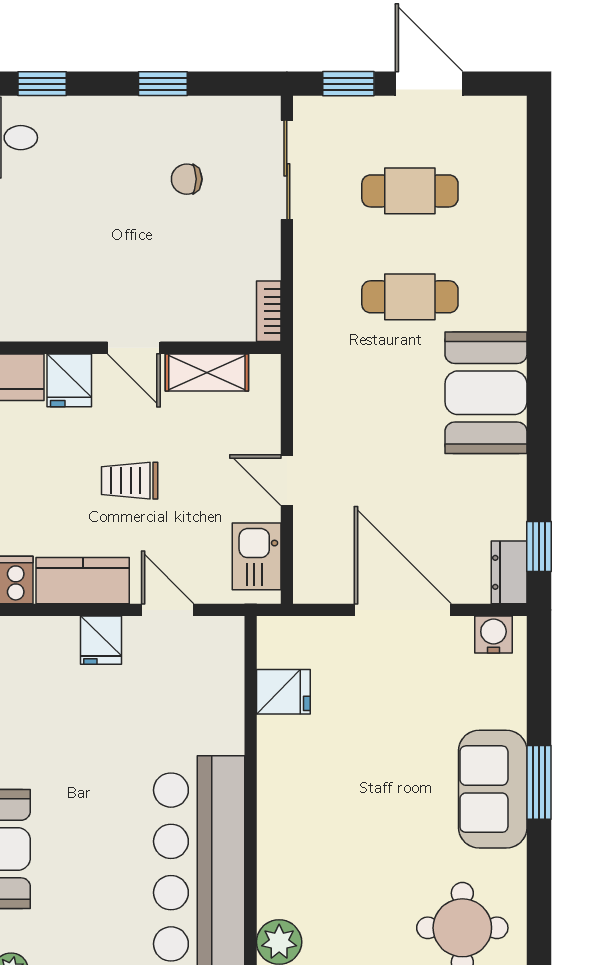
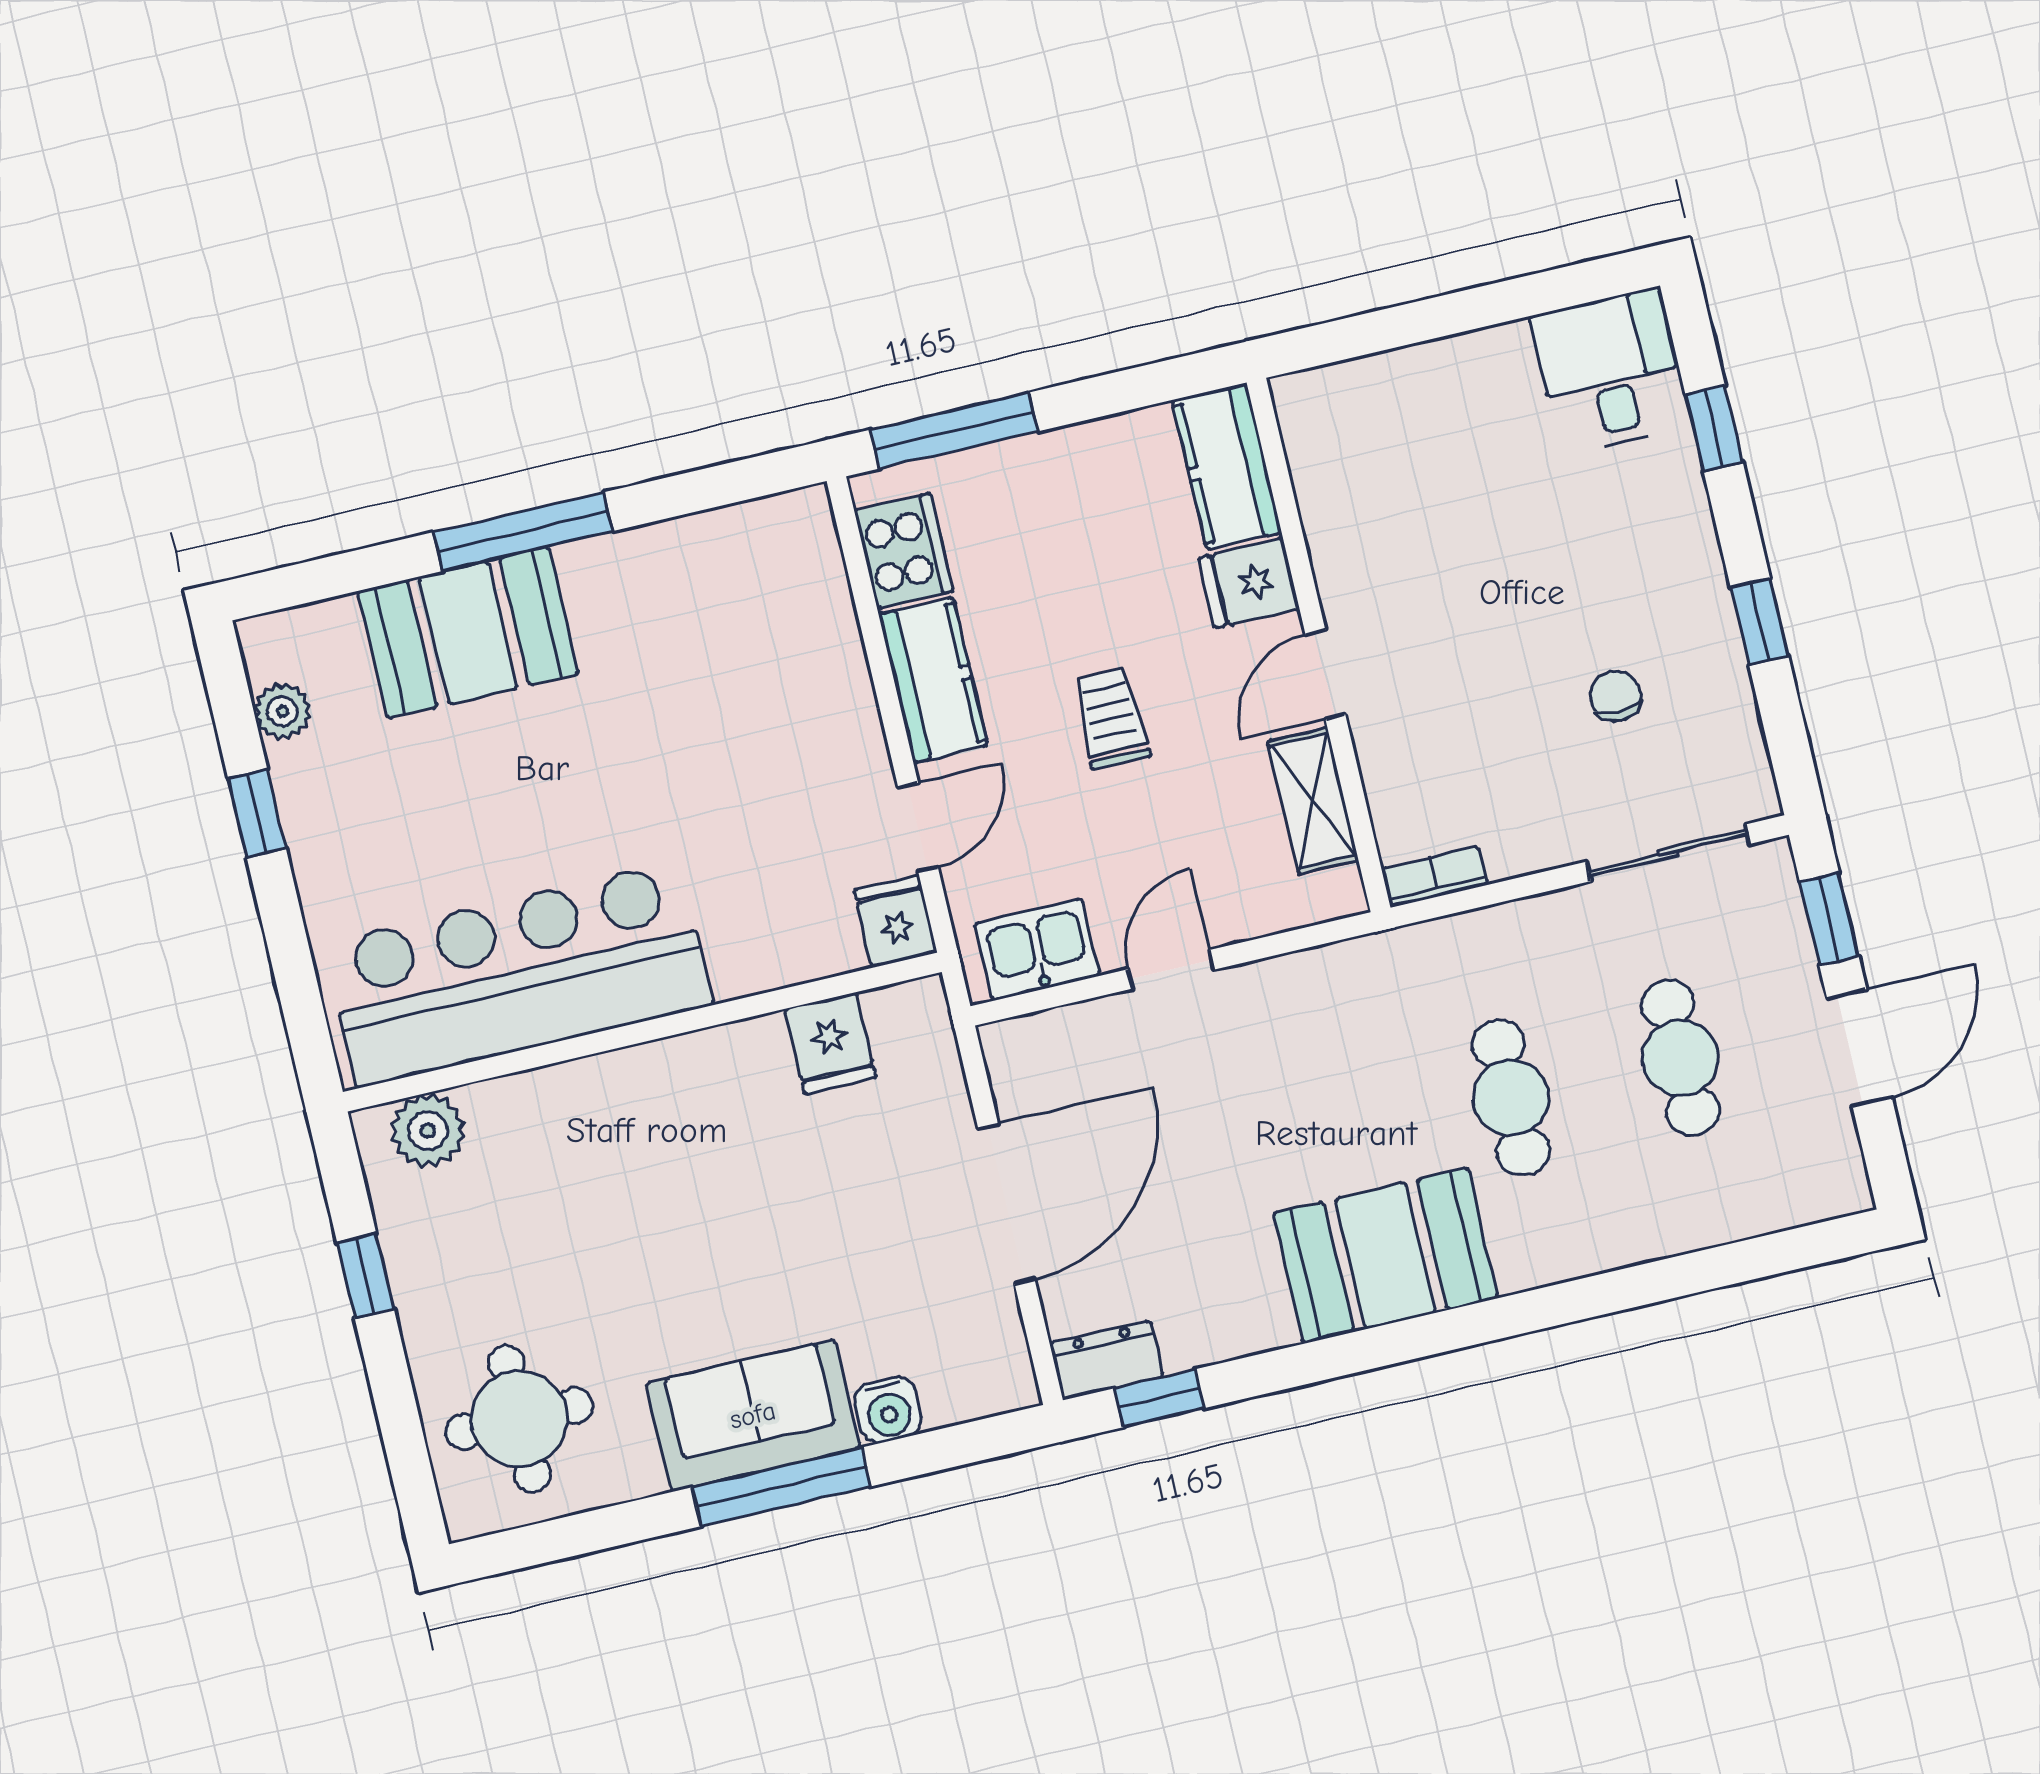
water cooler: (493, 634) -> (888, 1410), moved, turned 90
fridge: (101, 640) -> (896, 921), moved, turned 90
window: (539, 782) -> (781, 1487), width x1.44

